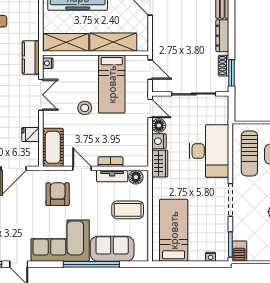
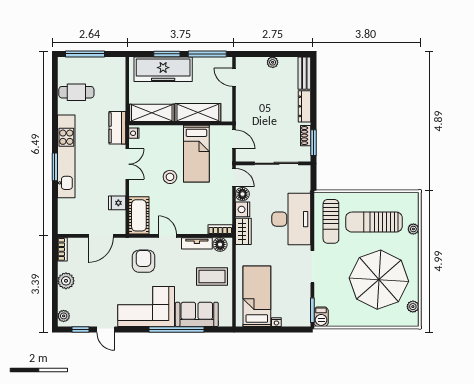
bookcase: (111, 162) -> (220, 229), moved
nightstand: (211, 257) -> (276, 322), moved

